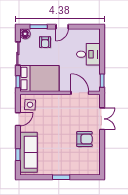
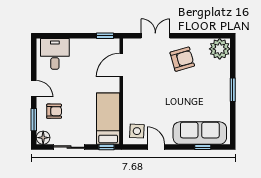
desk: (88, 54) -> (55, 54), moved
bed: (39, 79) -> (108, 119), width x0.67
armchair: (84, 139) -> (182, 59), turned 74
plant: (92, 167) -> (220, 49), added

